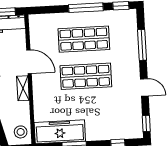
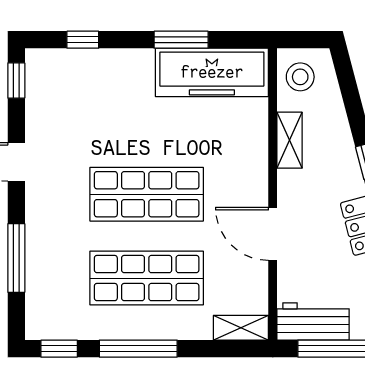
shelving: (41, 19) -> (241, 328), added
shelving: (23, 88) -> (290, 140), moved

